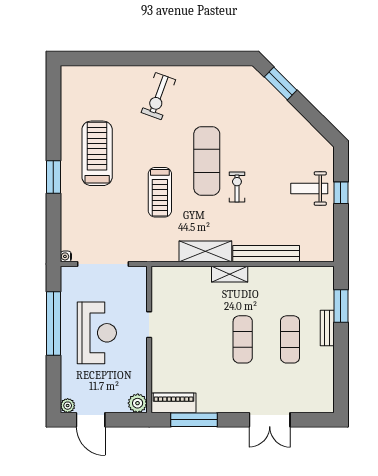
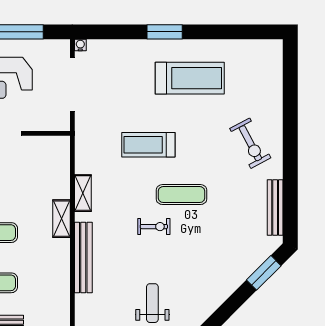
bench: (219, 73) -> (275, 208), added
exercise bike: (158, 96) -> (250, 143), turned -138
exercise mat: (207, 161) -> (181, 195), width x0.73, depth x0.69
shelving: (205, 251) -> (83, 193), width x0.67, depth x0.75

